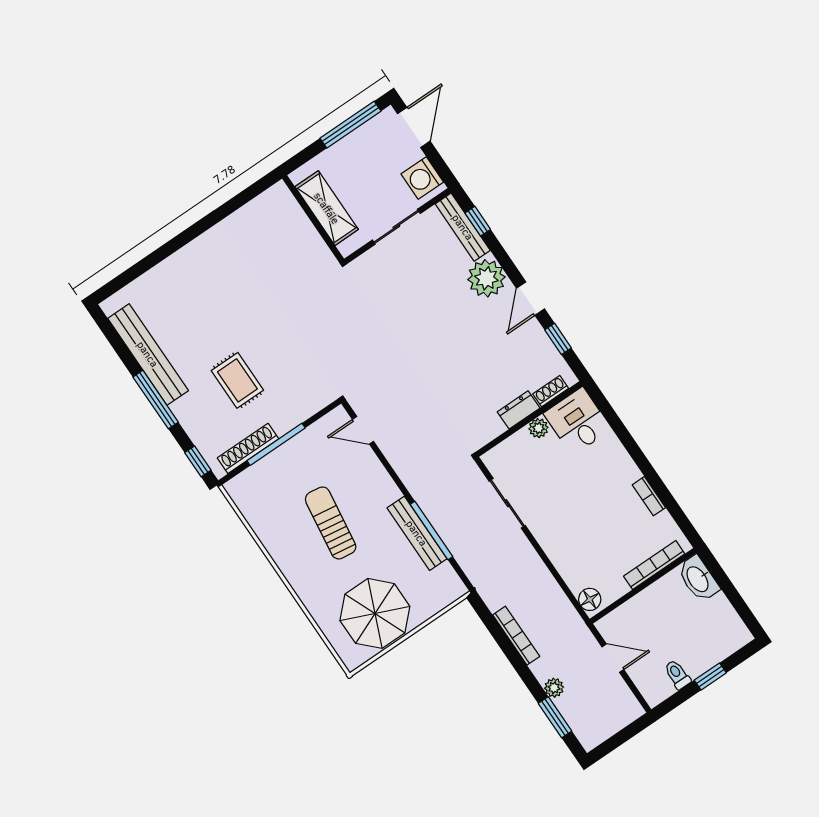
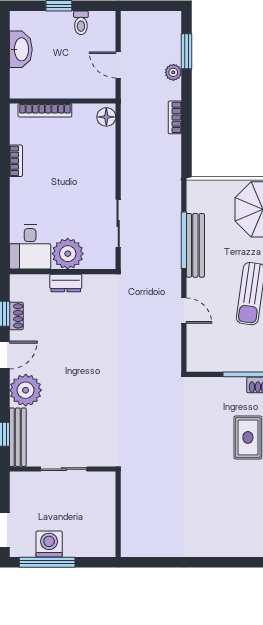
washing machine: (422, 178) -> (49, 544), moved, turned -90
shelving: (327, 208) -> (104, 515), removed
shoe rack: (551, 391) -> (16, 316), moved, turned -90
plant: (538, 428) -> (68, 254), width x1.87, depth x1.87
door: (363, 430) -> (184, 311), moved
washbasin: (698, 579) -> (21, 49), moved
bookcase: (516, 636) -> (175, 117), width x0.64

